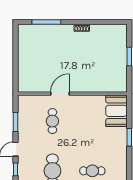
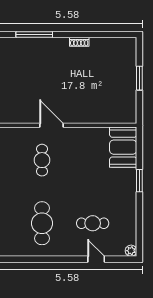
door: (60, 94) -> (52, 125), hinge flipped

